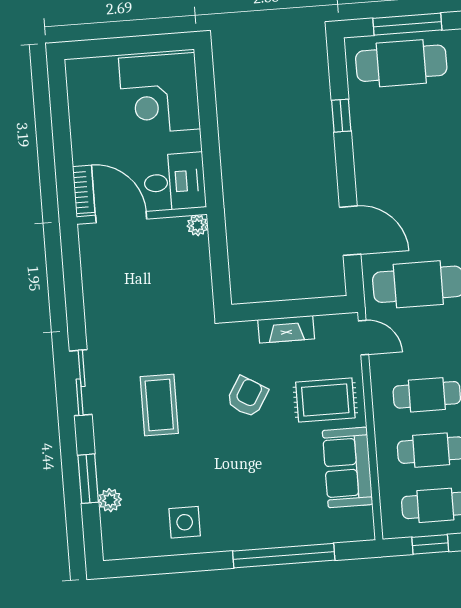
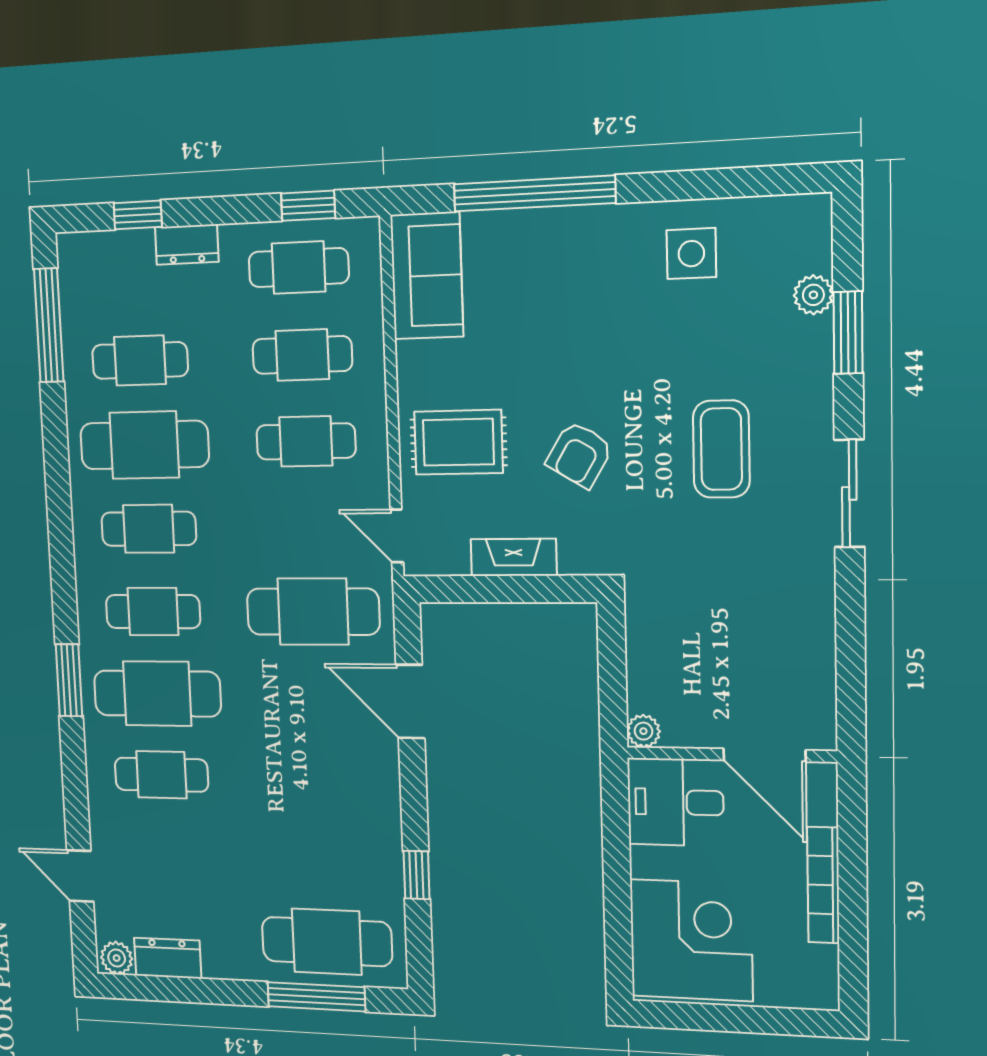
bookcase: (84, 189) -> (823, 885), moved, width x1.56
sofa: (348, 467) -> (427, 276), moved

